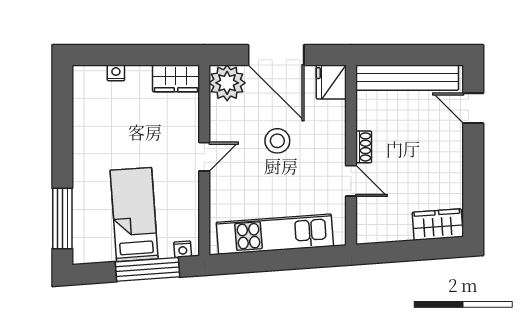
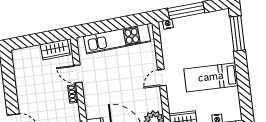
stool: (277, 141) -> (122, 91), removed
bed: (134, 215) -> (211, 77), moved, turned 94
wardrobe: (438, 225) -> (55, 50), moved

